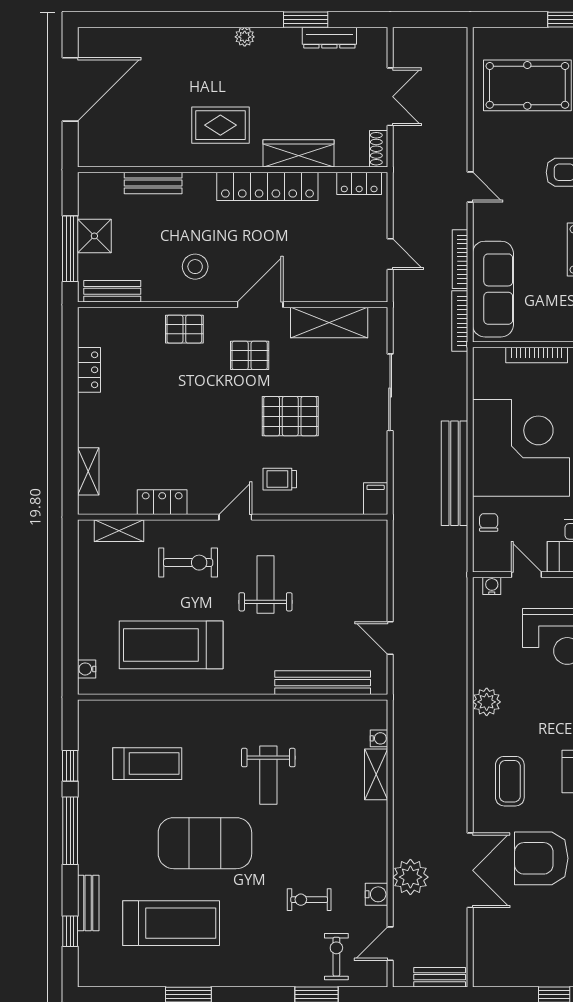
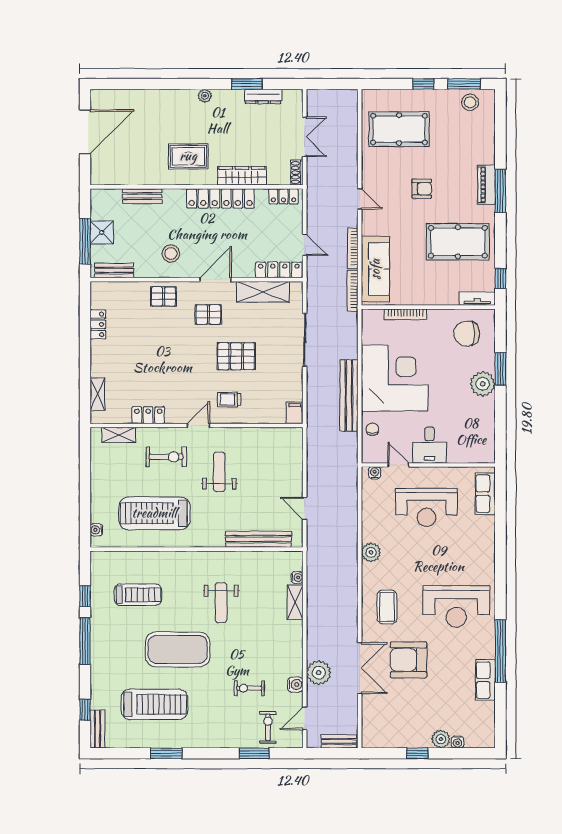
locker: (352, 290) -> (279, 270), added
bench: (88, 903) -> (97, 729), moved

